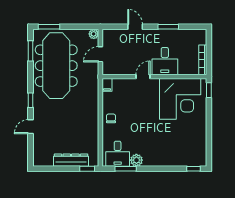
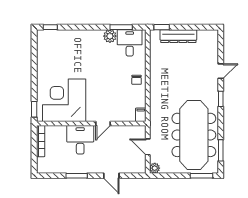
door: (100, 54) -> (148, 147), swing flipped

